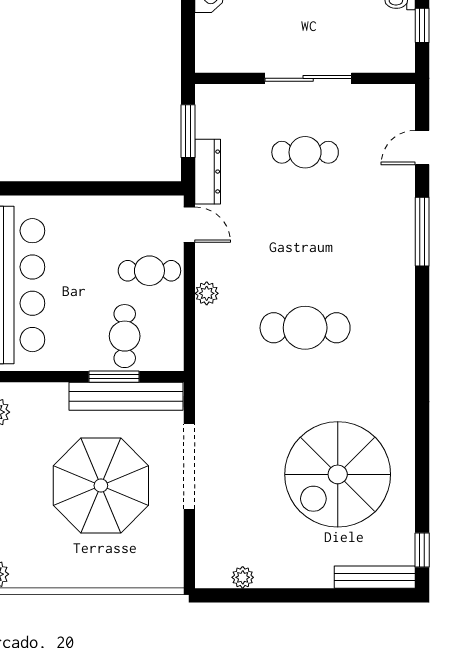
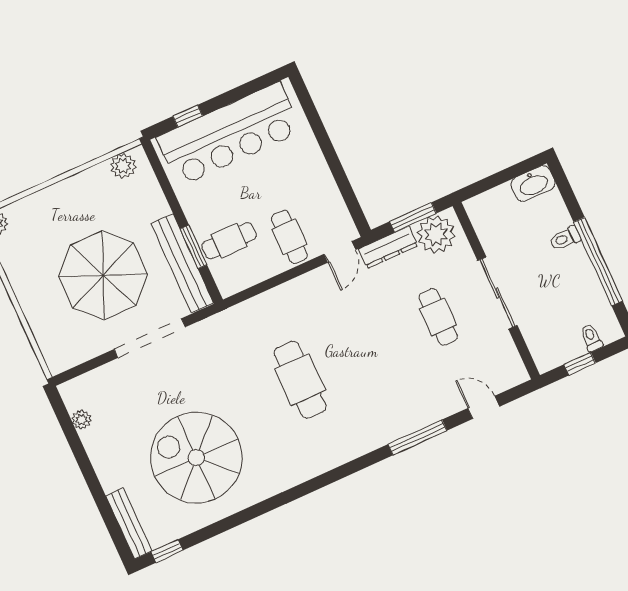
plant: (207, 293) -> (436, 234), moved, width x1.87, depth x1.87

